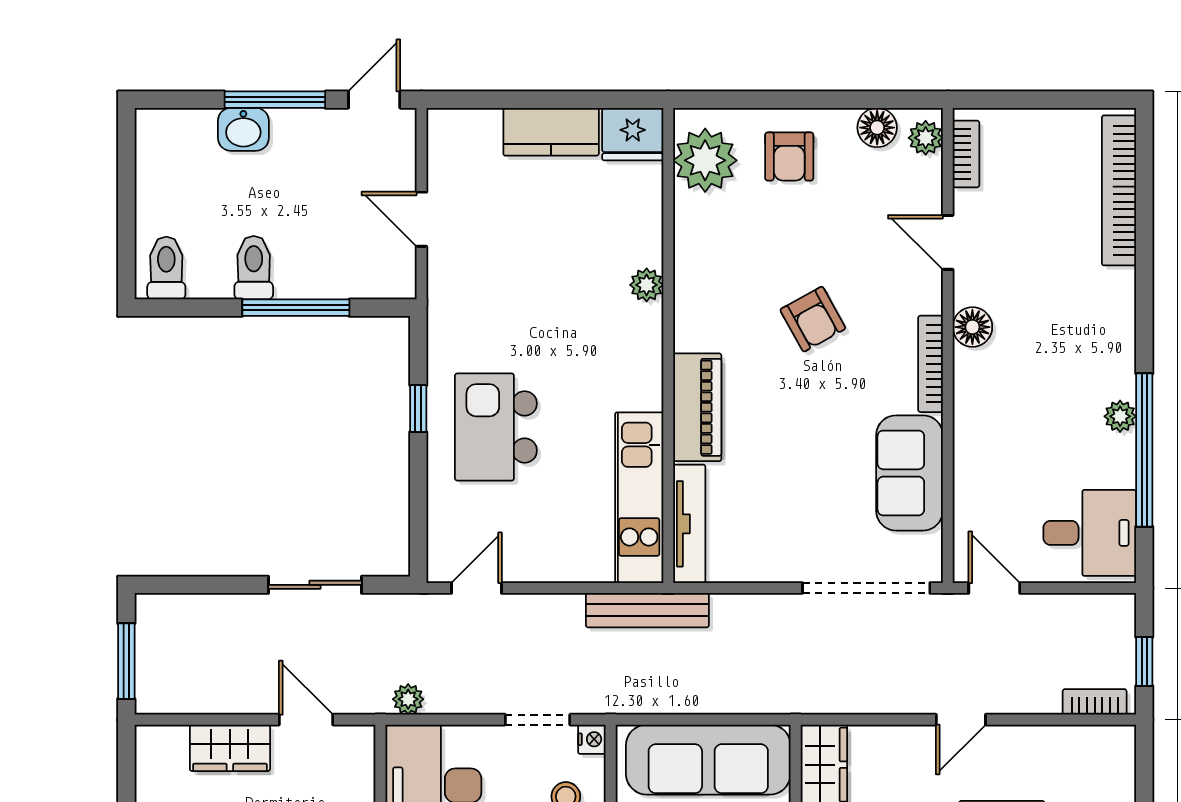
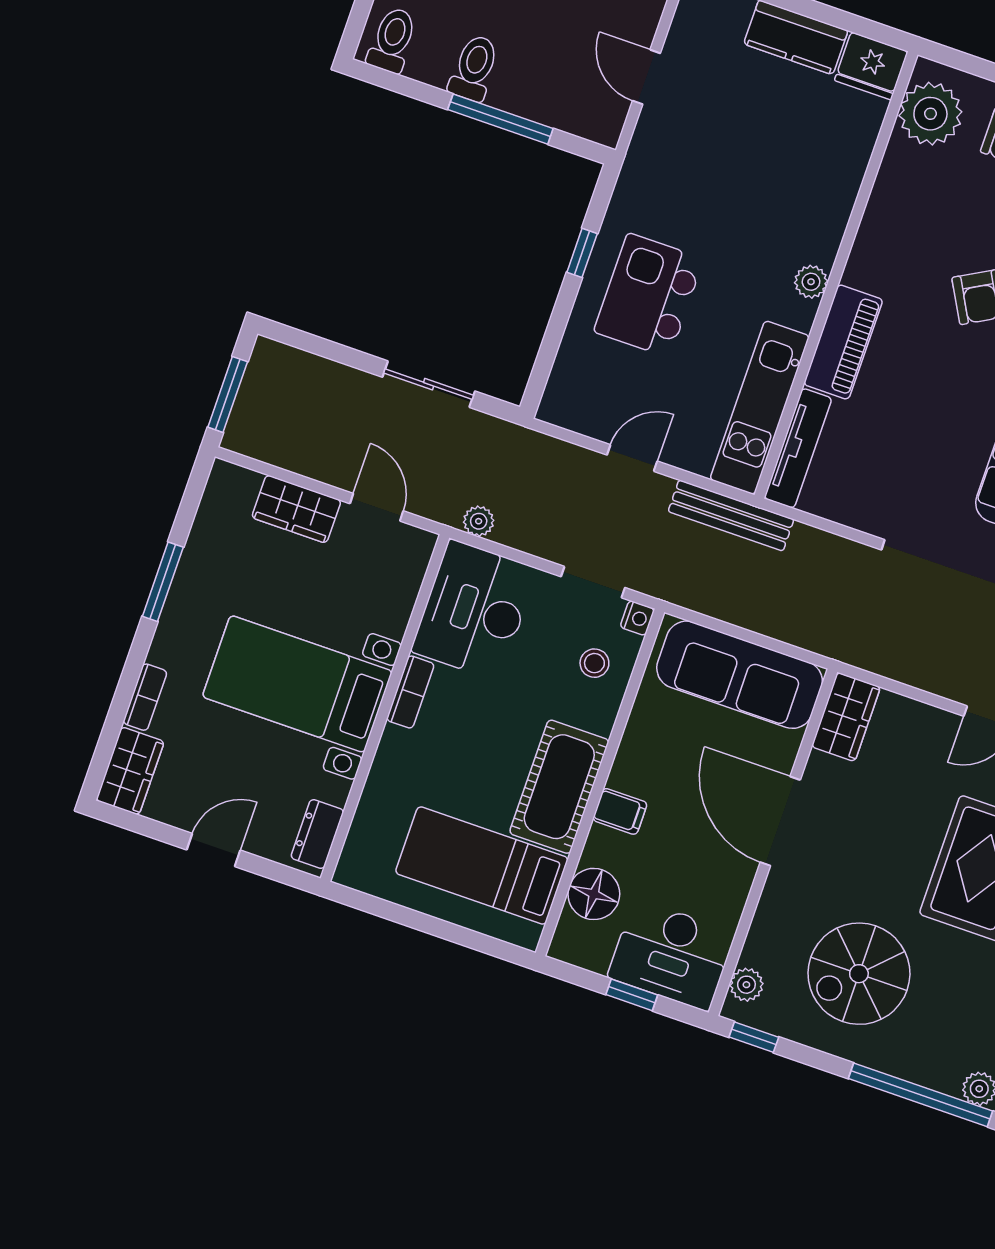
plant: (647, 285) -> (811, 282), moved
door: (477, 588) -> (632, 458), moved

